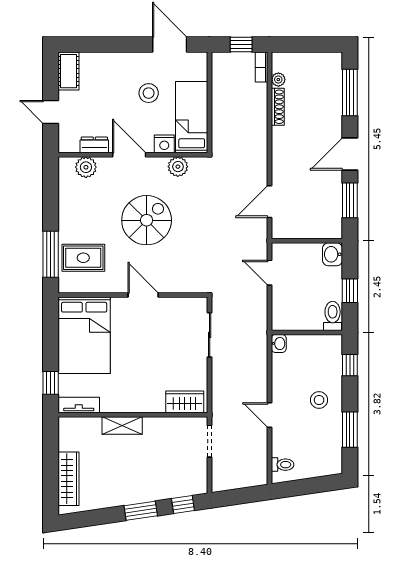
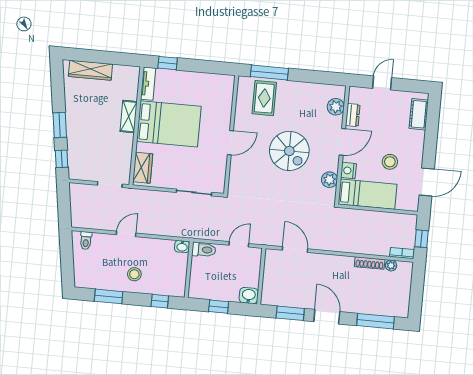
cot: (69, 71) -> (419, 114), moved, turned 90
toilet: (333, 316) -> (204, 250), moved
bed: (84, 335) -> (169, 124), moved, turned 180

